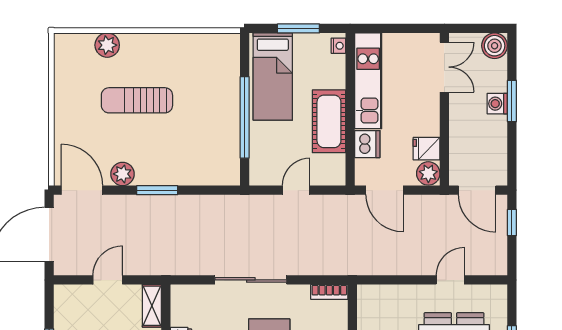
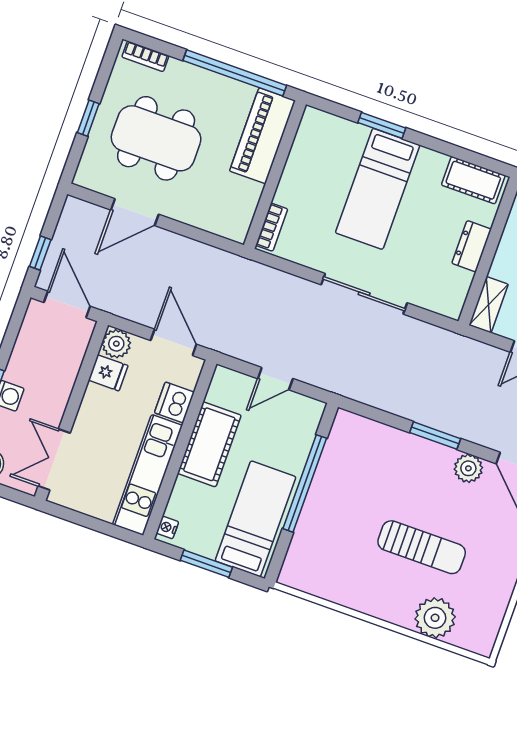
plant: (107, 45) -> (435, 618), width x1.36, depth x1.36
door: (450, 280) -> (135, 212), width x1.38
bookcase: (329, 292) -> (272, 227), moved, turned 90

